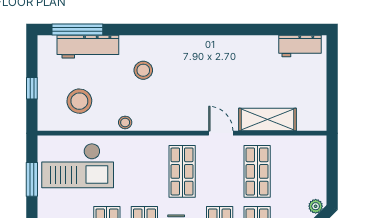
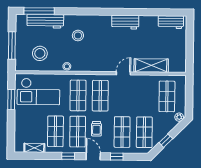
workbench: (223, 47) -> (125, 22), added
window: (32, 88) -> (12, 45), width x2.17
door: (221, 133) -> (123, 73), hinge flipped
shop shelf: (144, 171) -> (78, 95), added
shop shelf: (257, 171) -> (167, 96), moved

